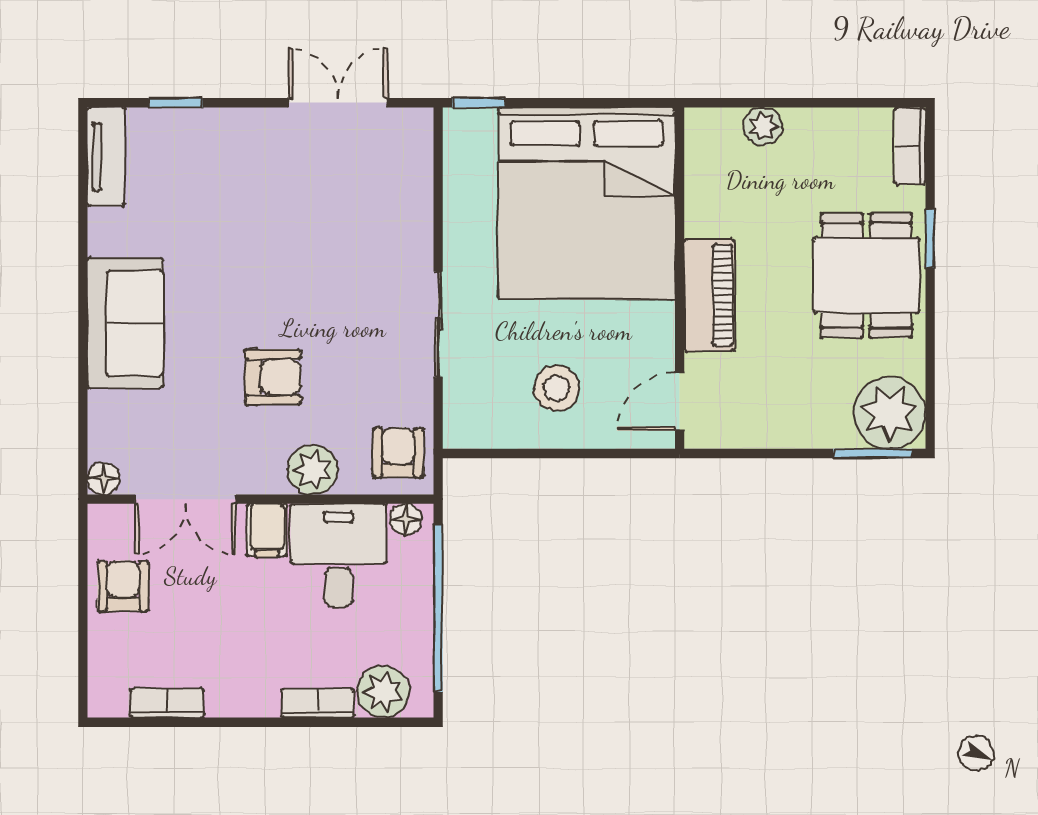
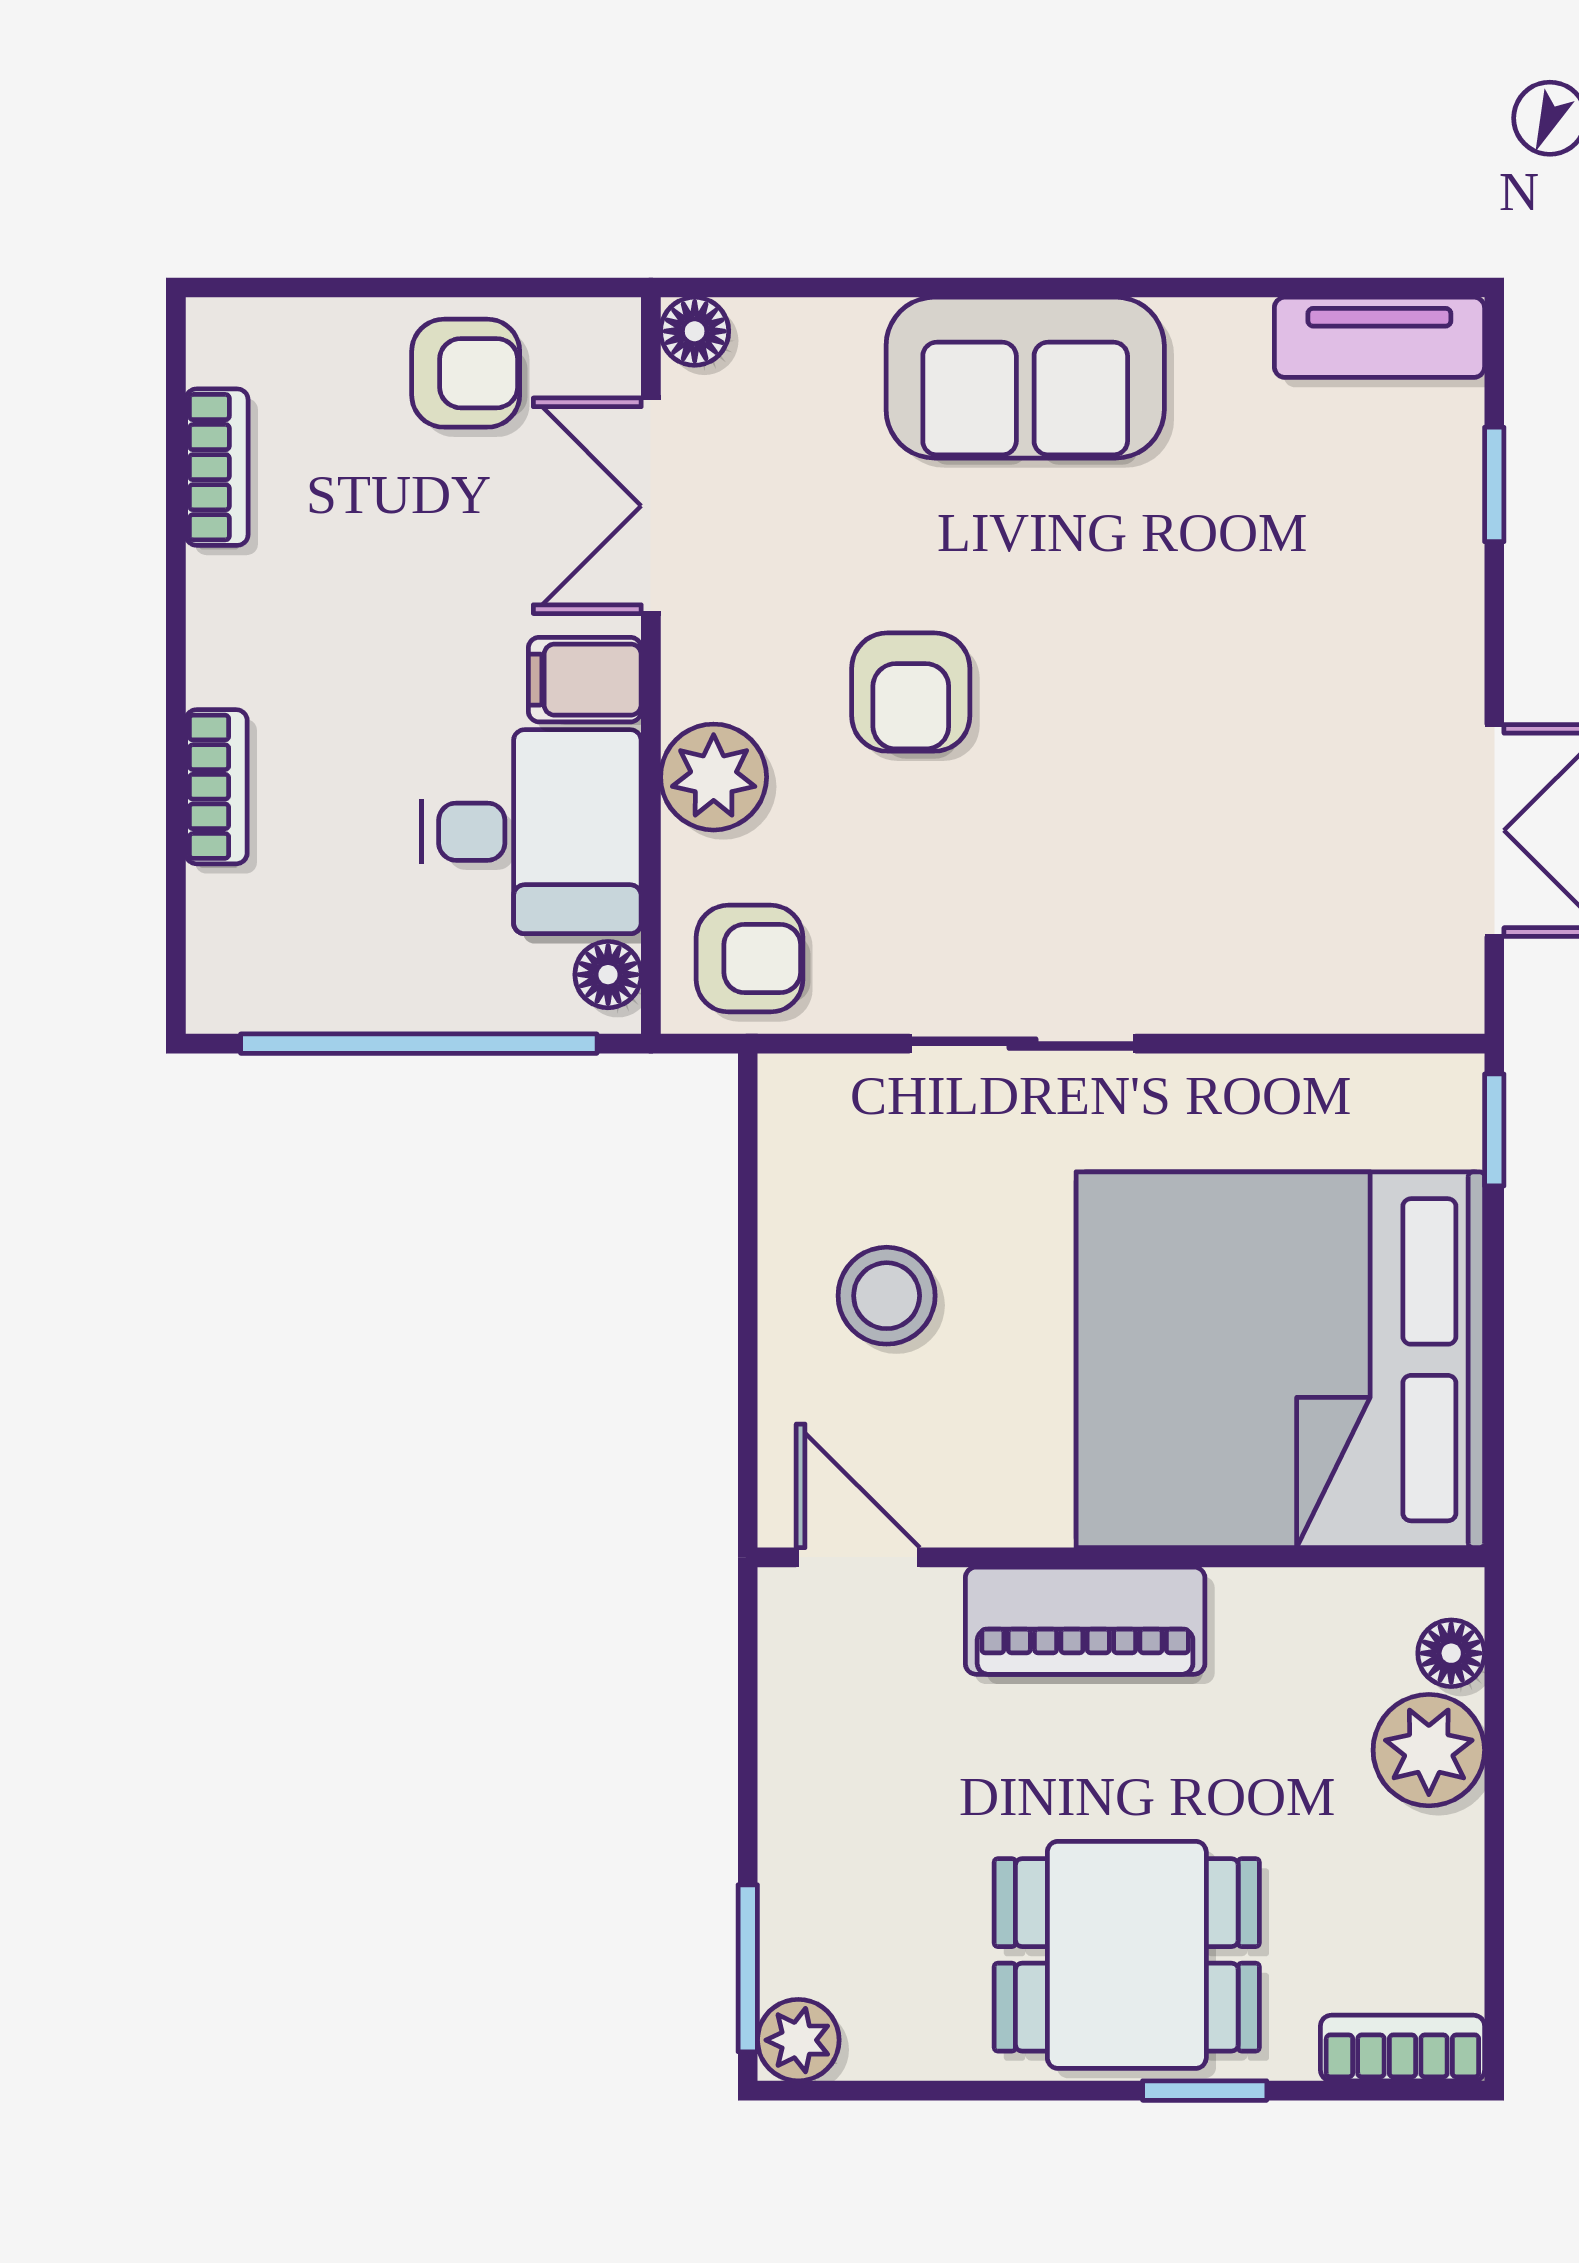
floor lamp: (725, 123) -> (1451, 1653), added
plant: (763, 126) -> (1429, 1750), width x1.38, depth x1.38
plant: (890, 413) -> (798, 2040), width x0.53, depth x0.53
plant: (383, 692) -> (241, 927), removed

